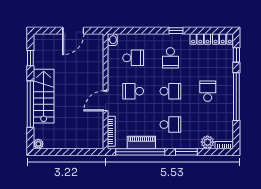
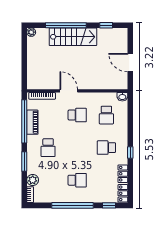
school desk: (133, 91) -> (77, 115), turned 90
school desk: (170, 91) -> (77, 148), removed

